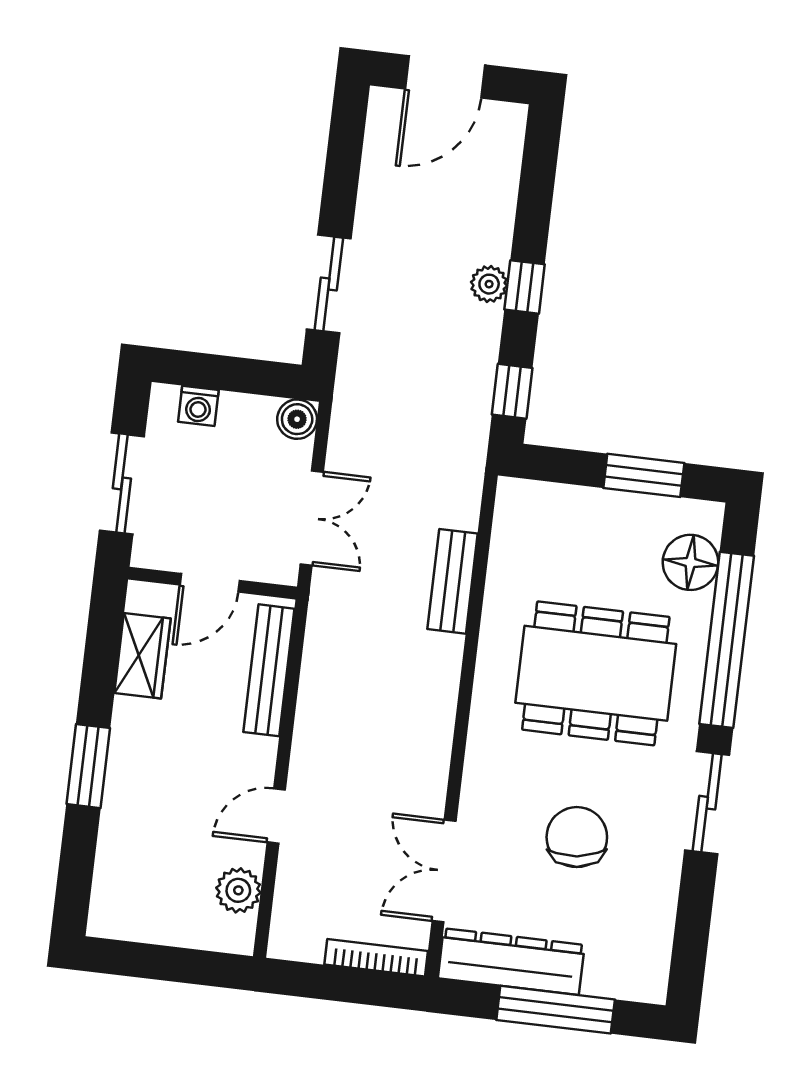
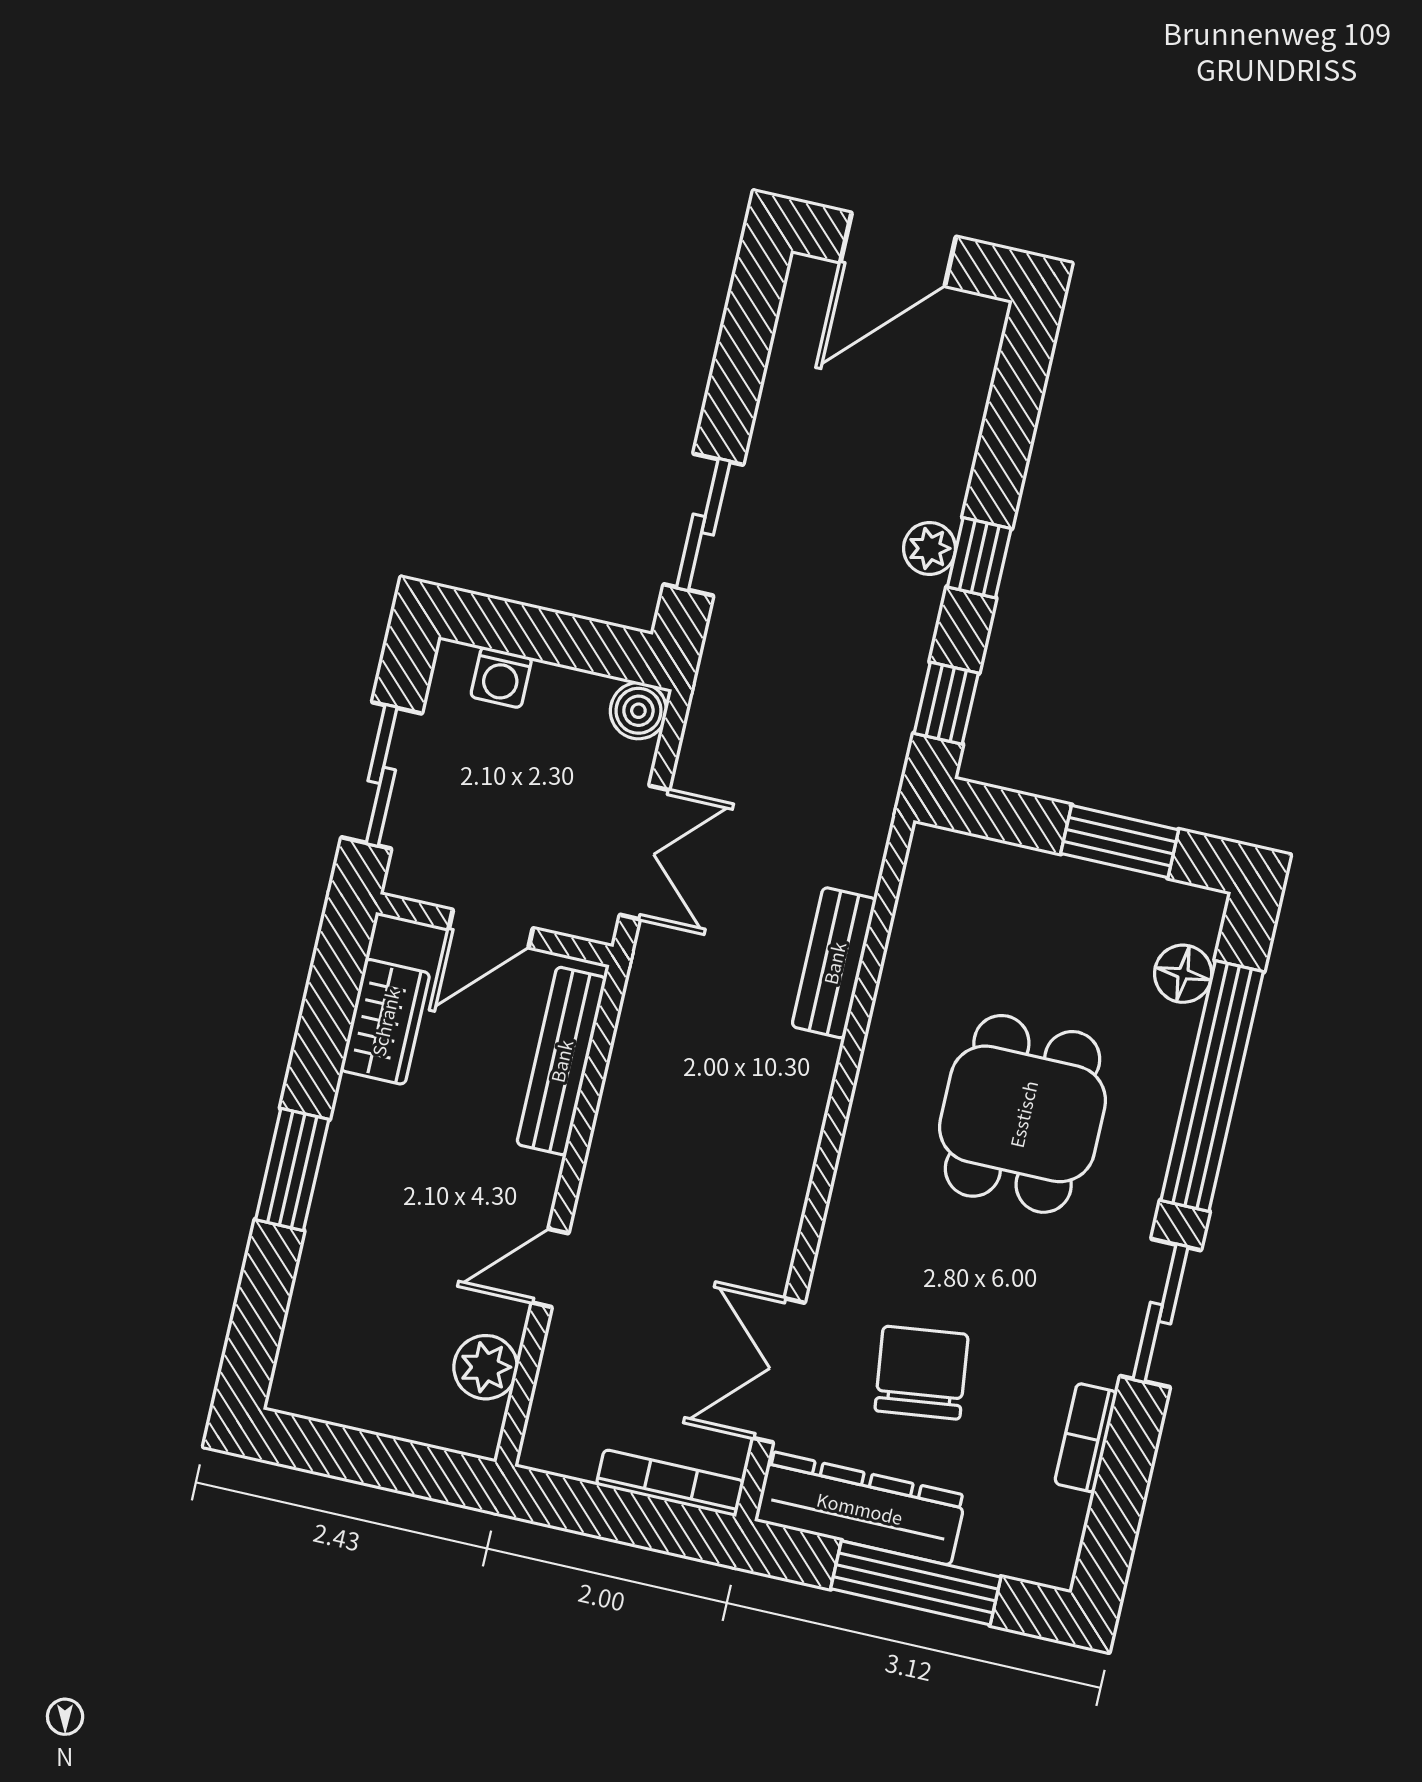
floor lamp: (690, 562) -> (1183, 974), width x0.73, depth x0.73
dining table: (596, 673) -> (1023, 1114), width x0.73
chair: (577, 837) -> (921, 1373), moved
bookcase: (664, 896) -> (1086, 1438), added

